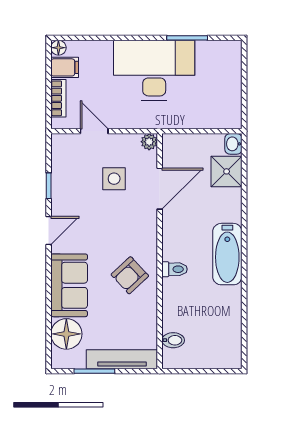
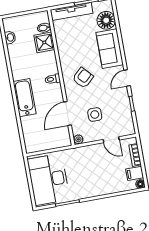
desk: (154, 71) -> (49, 179), moved, turned 90
washbasin: (233, 144) -> (10, 37), moved
shower: (227, 171) -> (44, 42), moved
bathtub: (227, 254) -> (25, 98), moved
toilet: (175, 269) -> (53, 79), moved
armchair: (130, 275) -> (83, 78), moved

